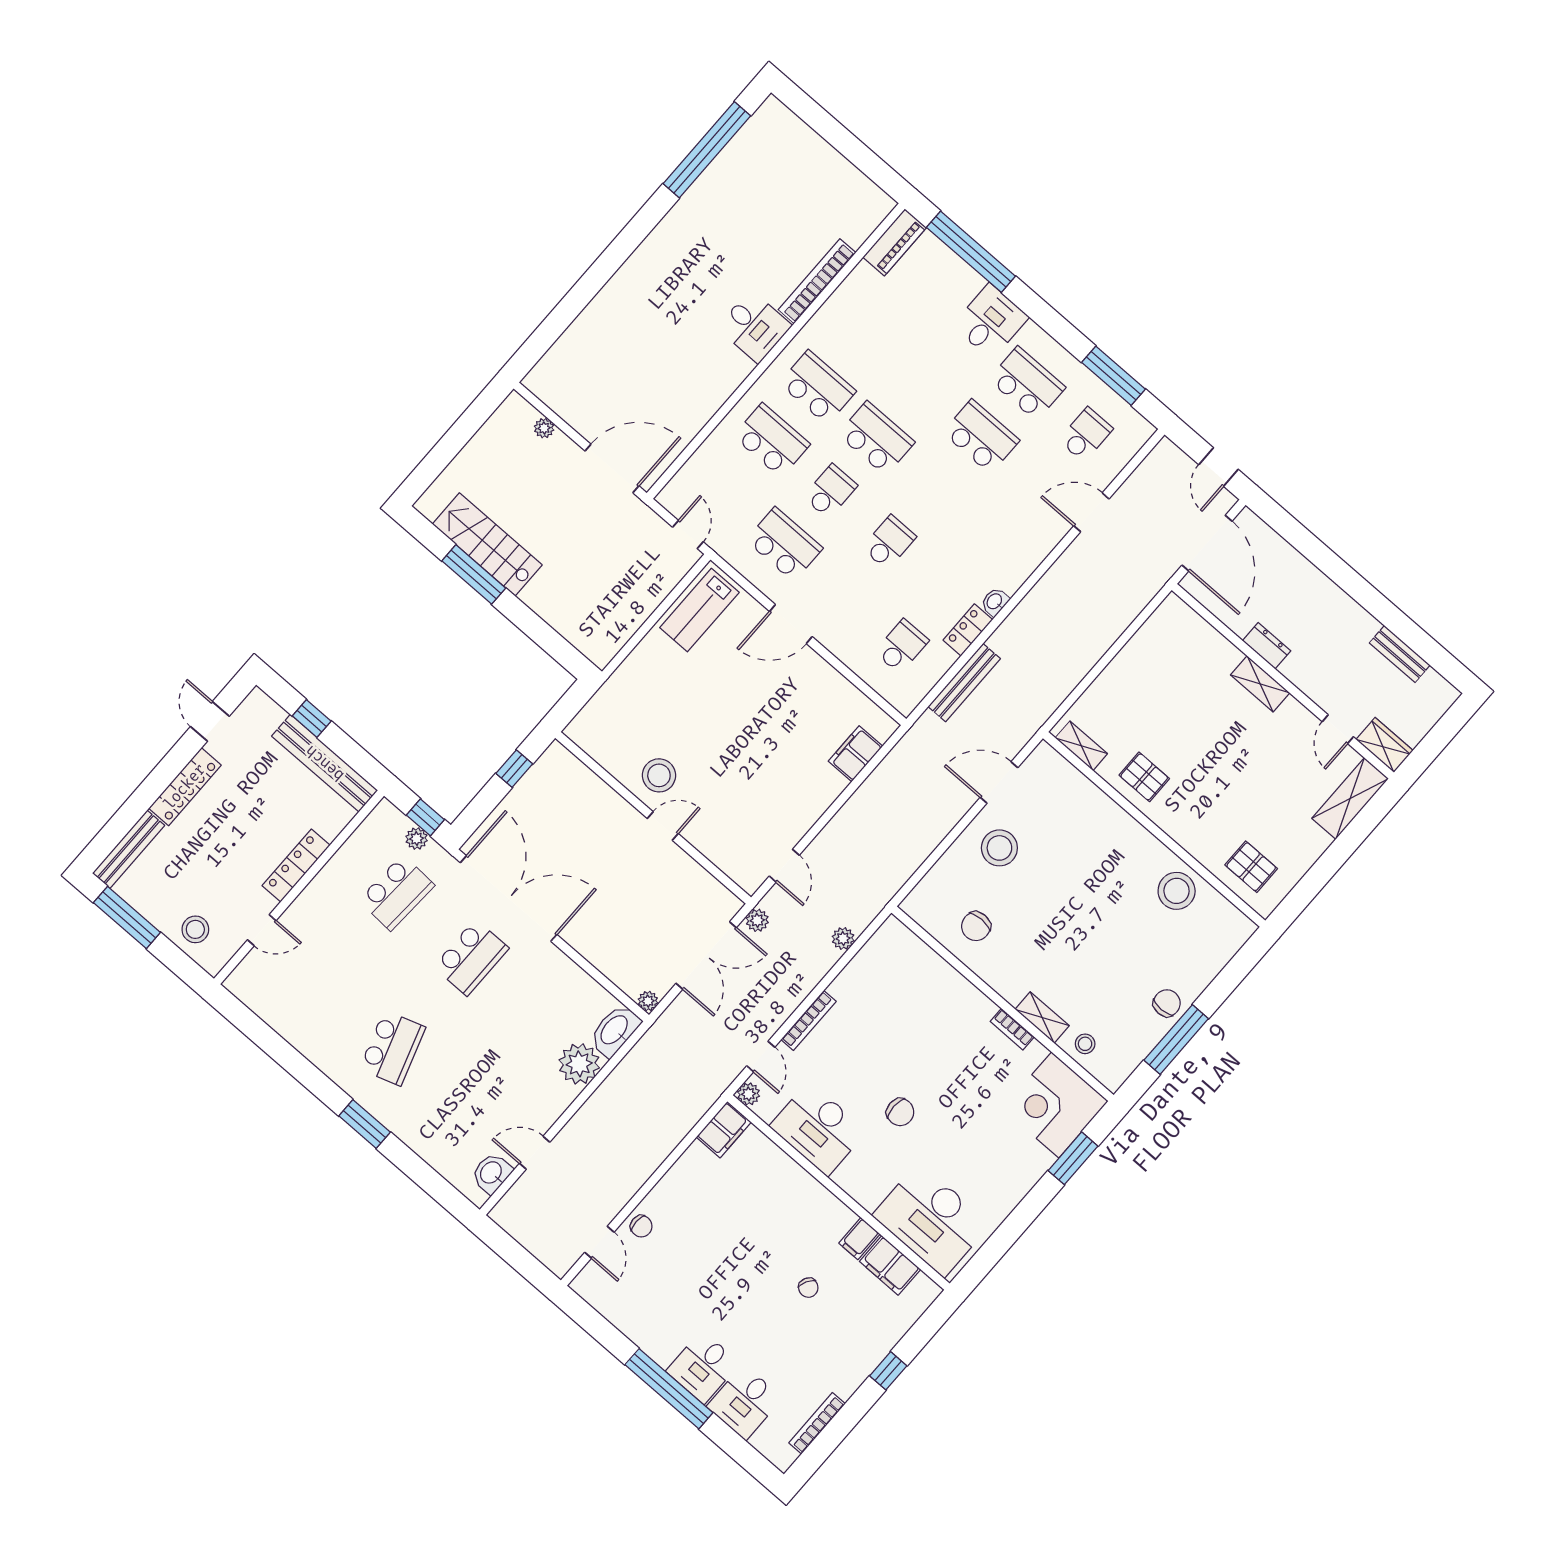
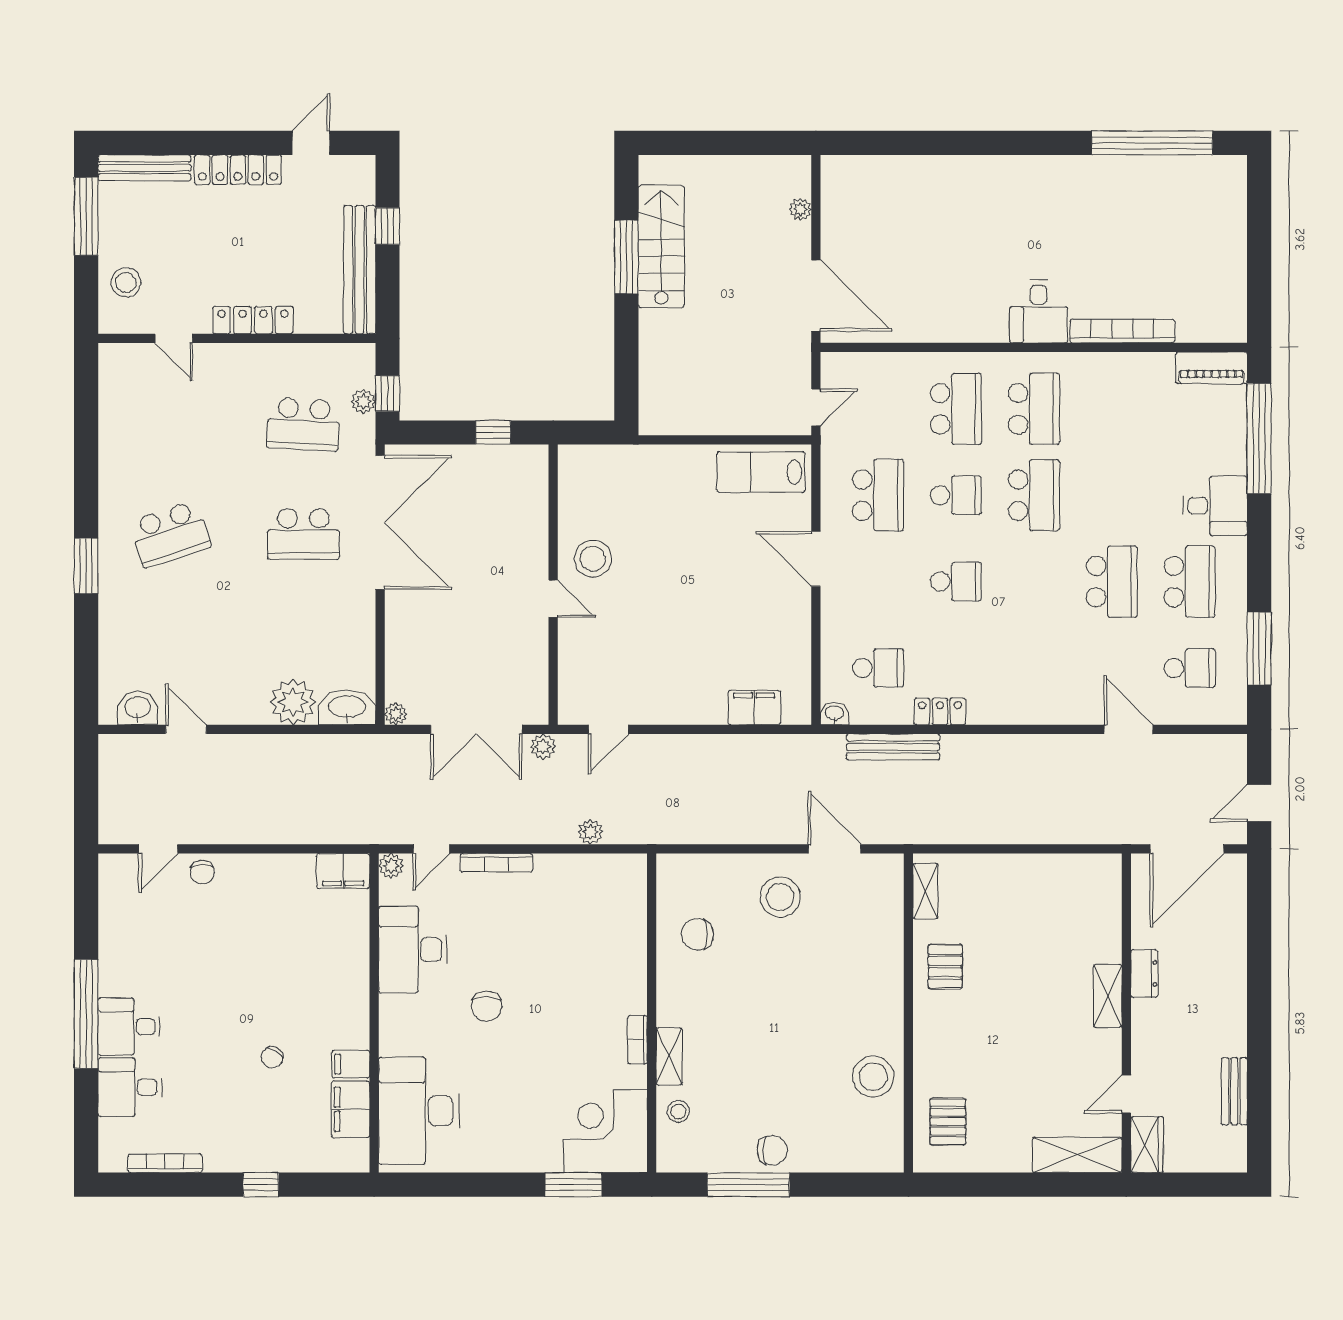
washbasin: (995, 602) -> (834, 714), moved

